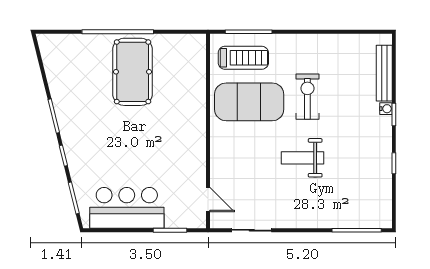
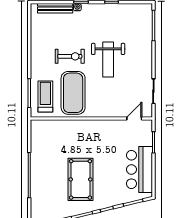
pool table: (133, 72) -> (80, 179), moved, turned 90
exercise bike: (307, 97) -> (70, 56), turned 180
weight bench: (302, 158) -> (108, 59), width x1.36, depth x1.33

